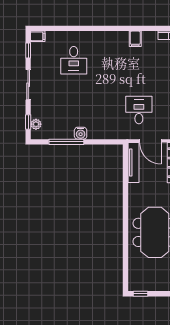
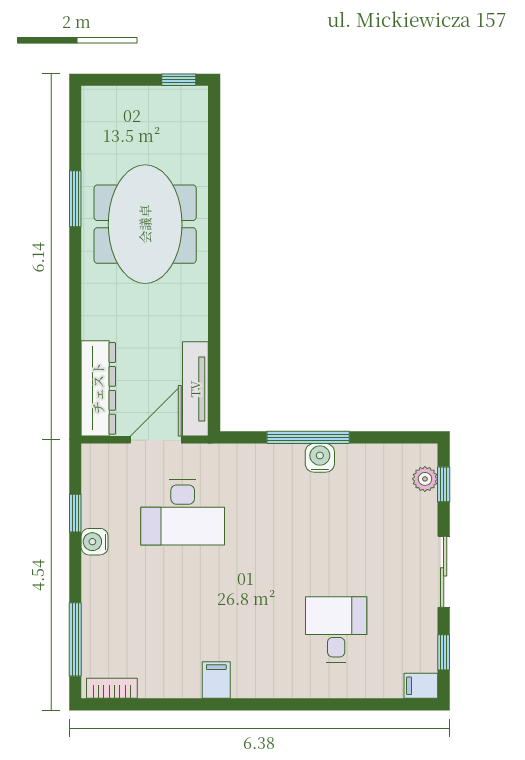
filing cabinet: (135, 39) -> (216, 680), moved
desk: (139, 110) -> (183, 512), width x1.37
door: (150, 141) -> (156, 440), hinge flipped
window: (66, 142) -> (308, 437), moved

